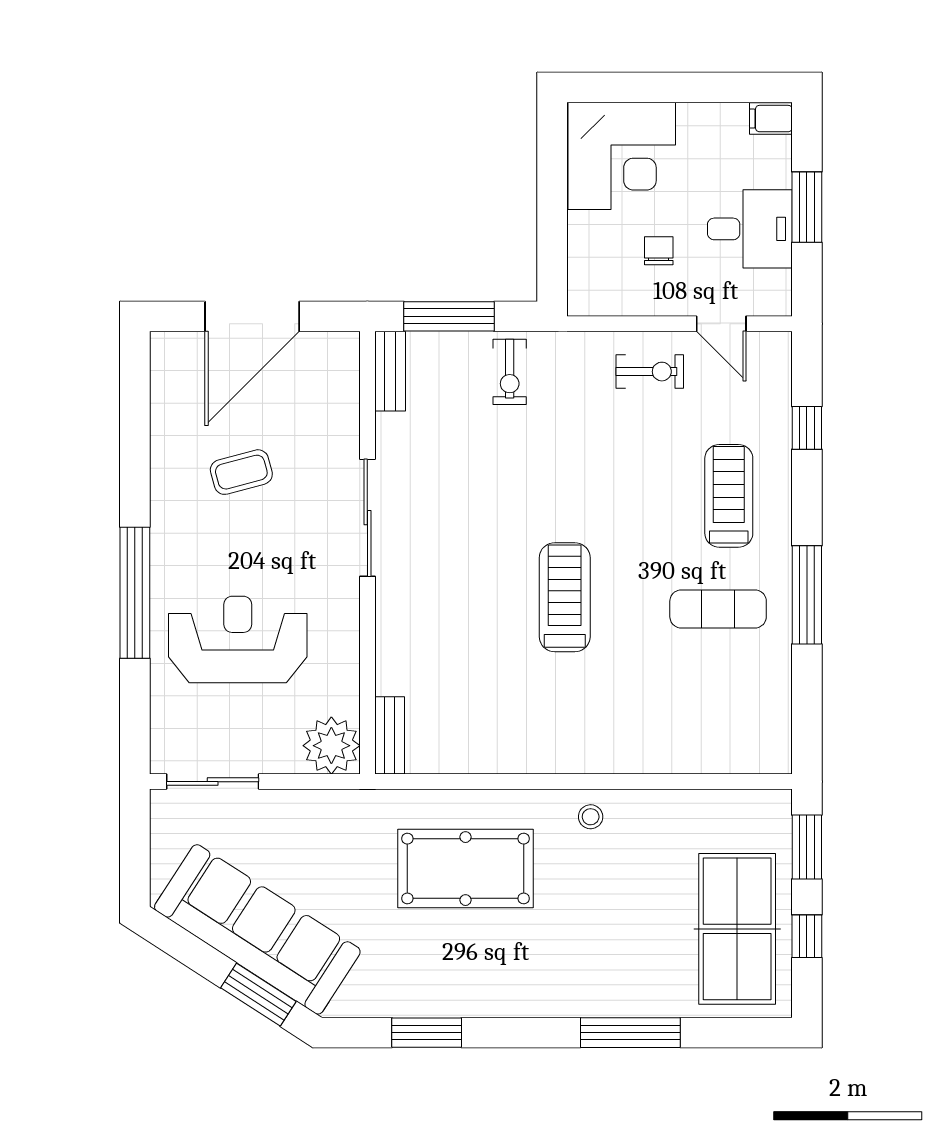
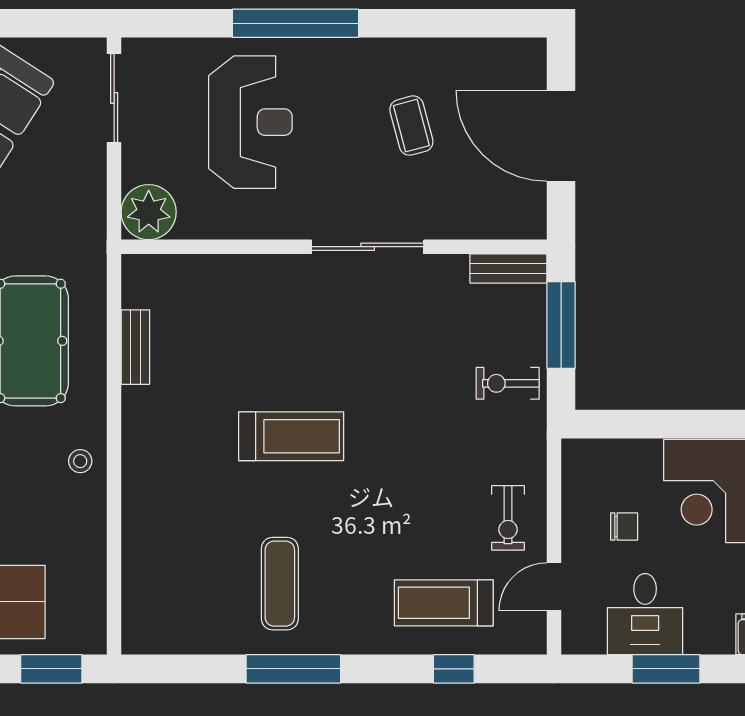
treadmill: (729, 496) -> (444, 603), moved, turned 180
bench: (390, 735) -> (135, 347), moved, turned 90

